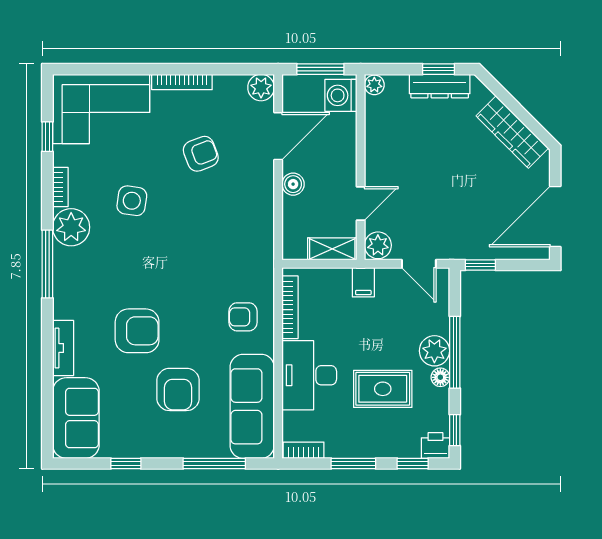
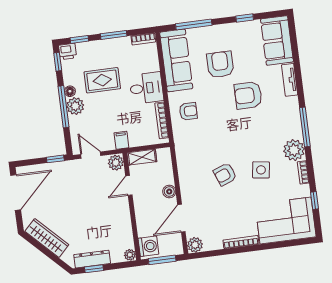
armchair: (201, 154) -> (225, 174), moved
desk: (309, 375) -> (146, 88), width x0.73

